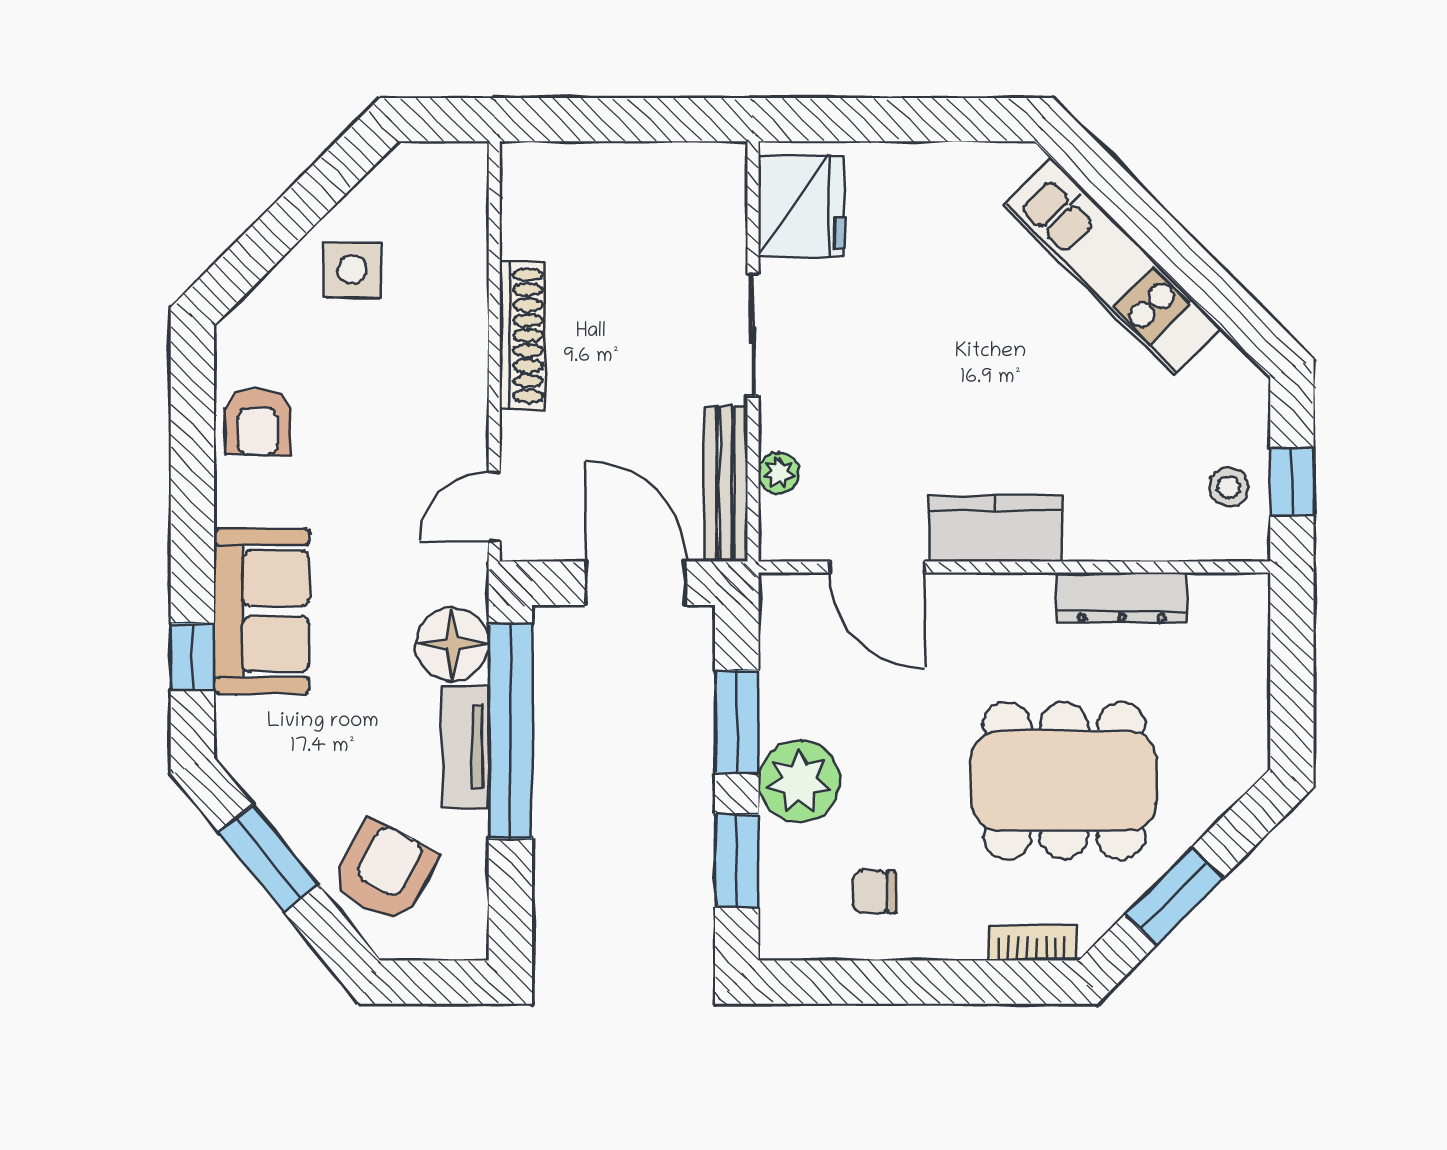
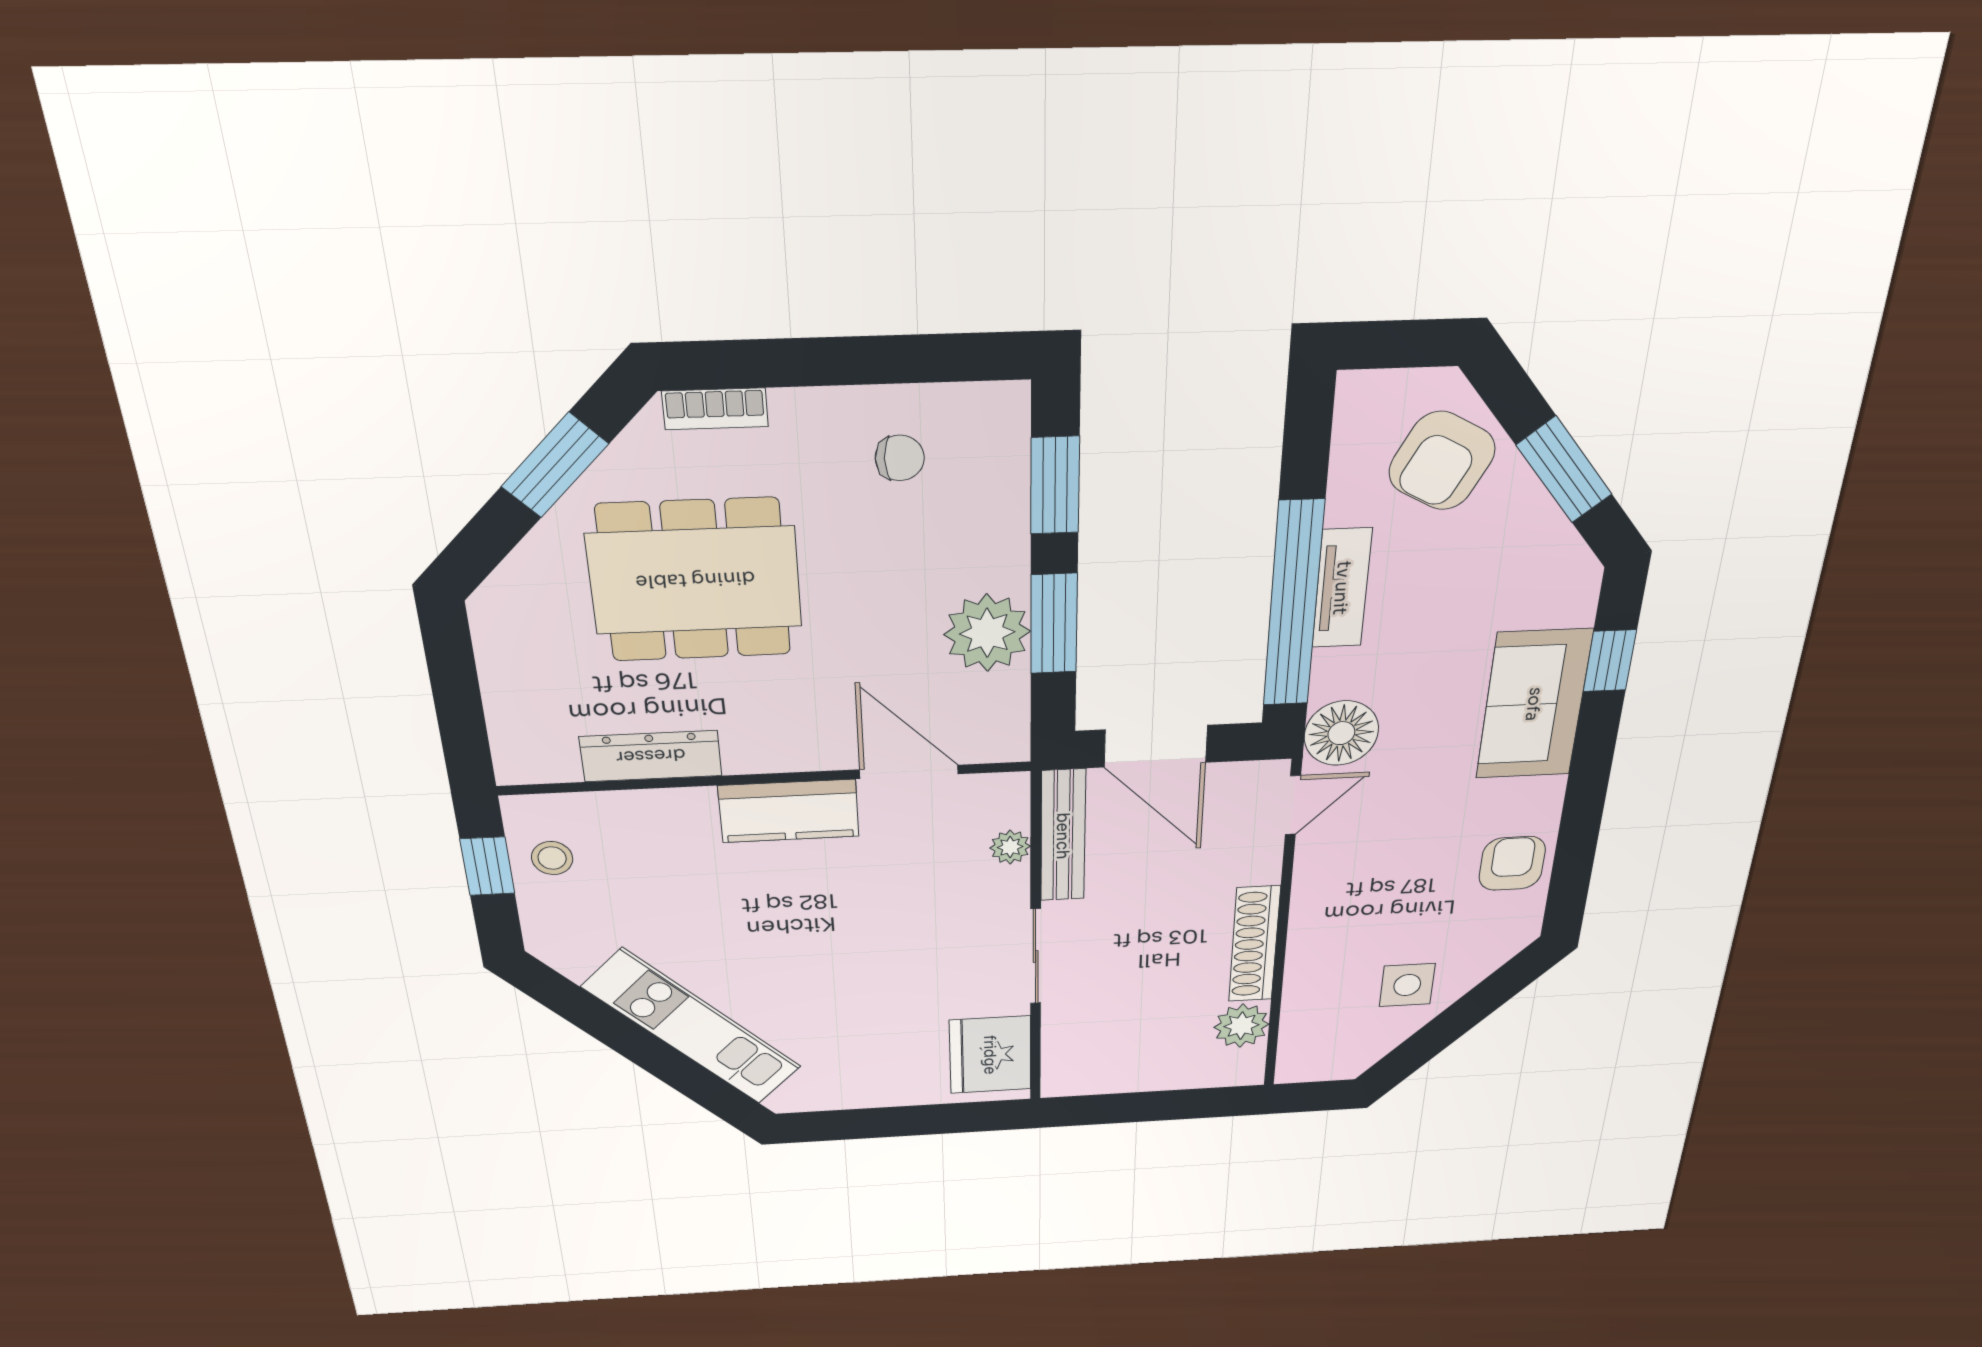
plant: (530, 227) -> (1241, 1026), added
floor lamp: (452, 644) -> (1341, 733), moved
plant: (799, 781) -> (987, 633), moved

